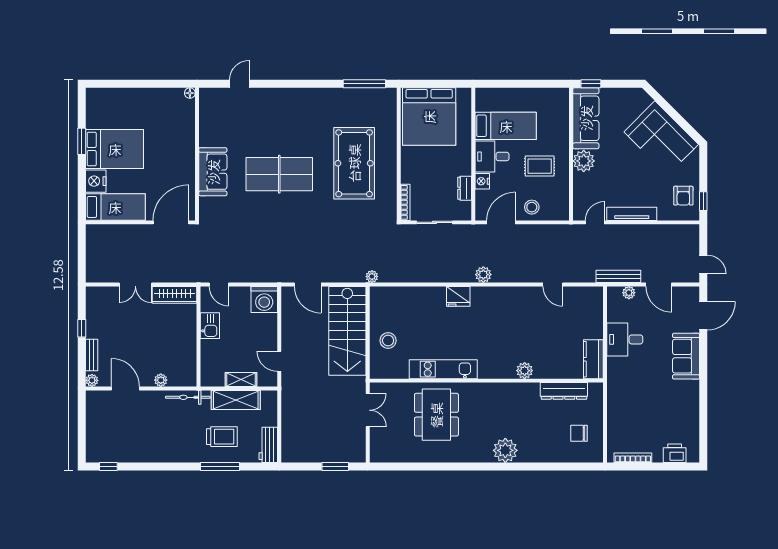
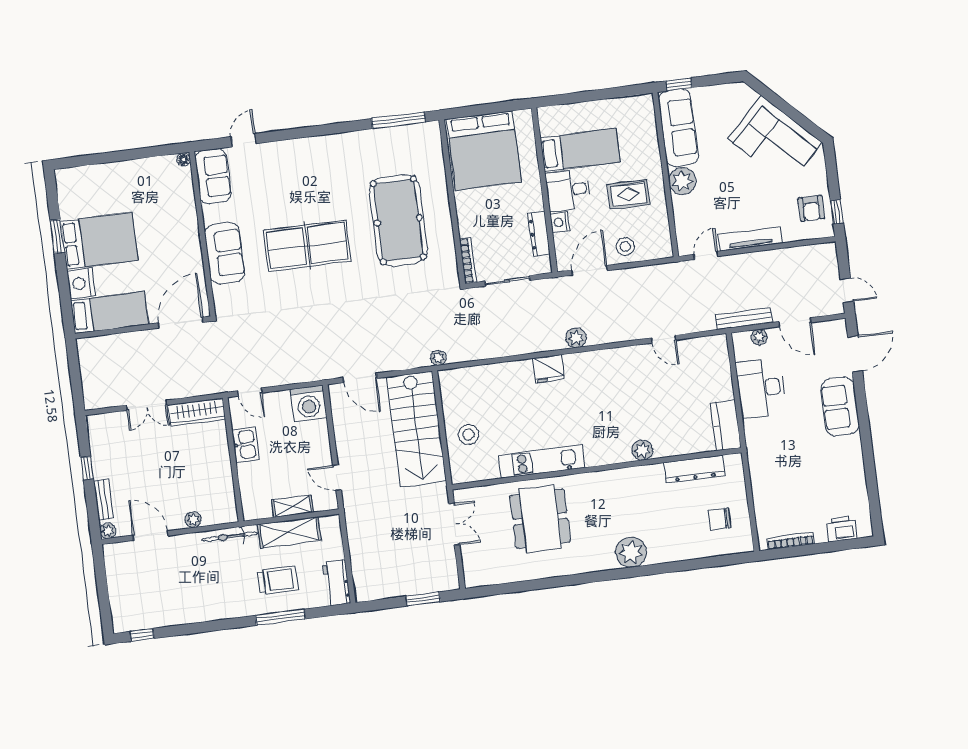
sofa: (211, 109) -> (213, 176), added
dresser: (465, 188) -> (539, 234), width x1.44
desk: (625, 339) -> (761, 388), width x1.37

